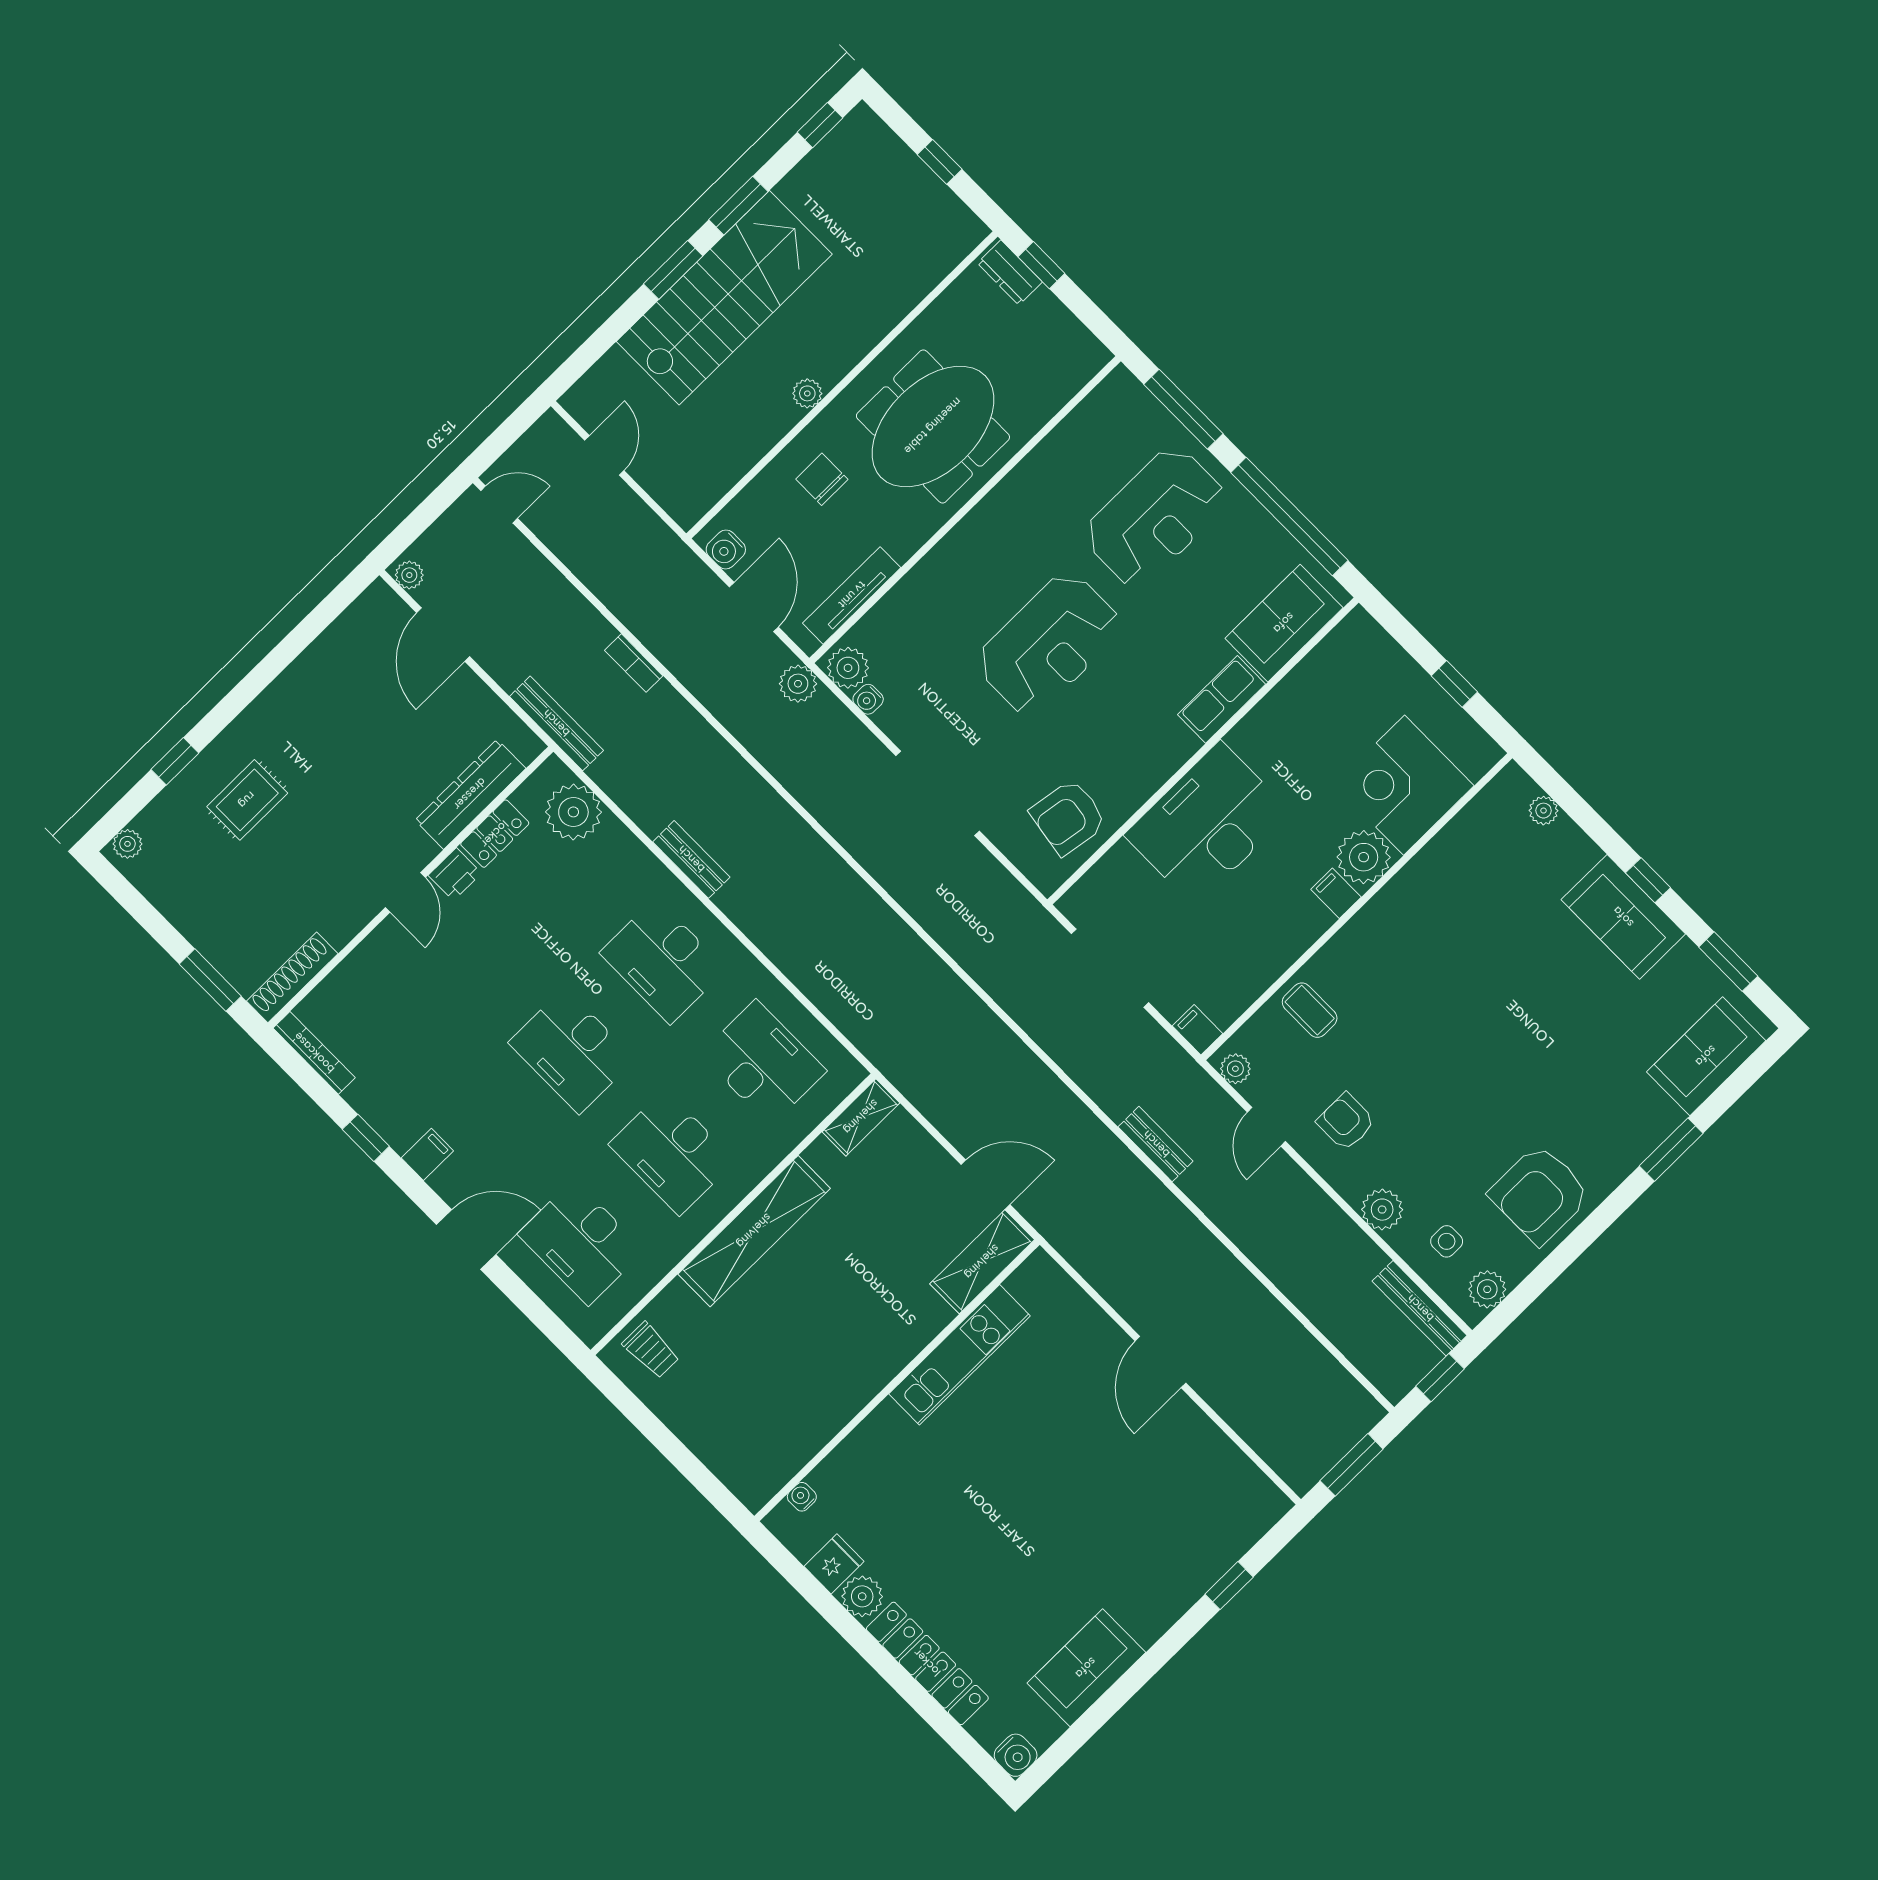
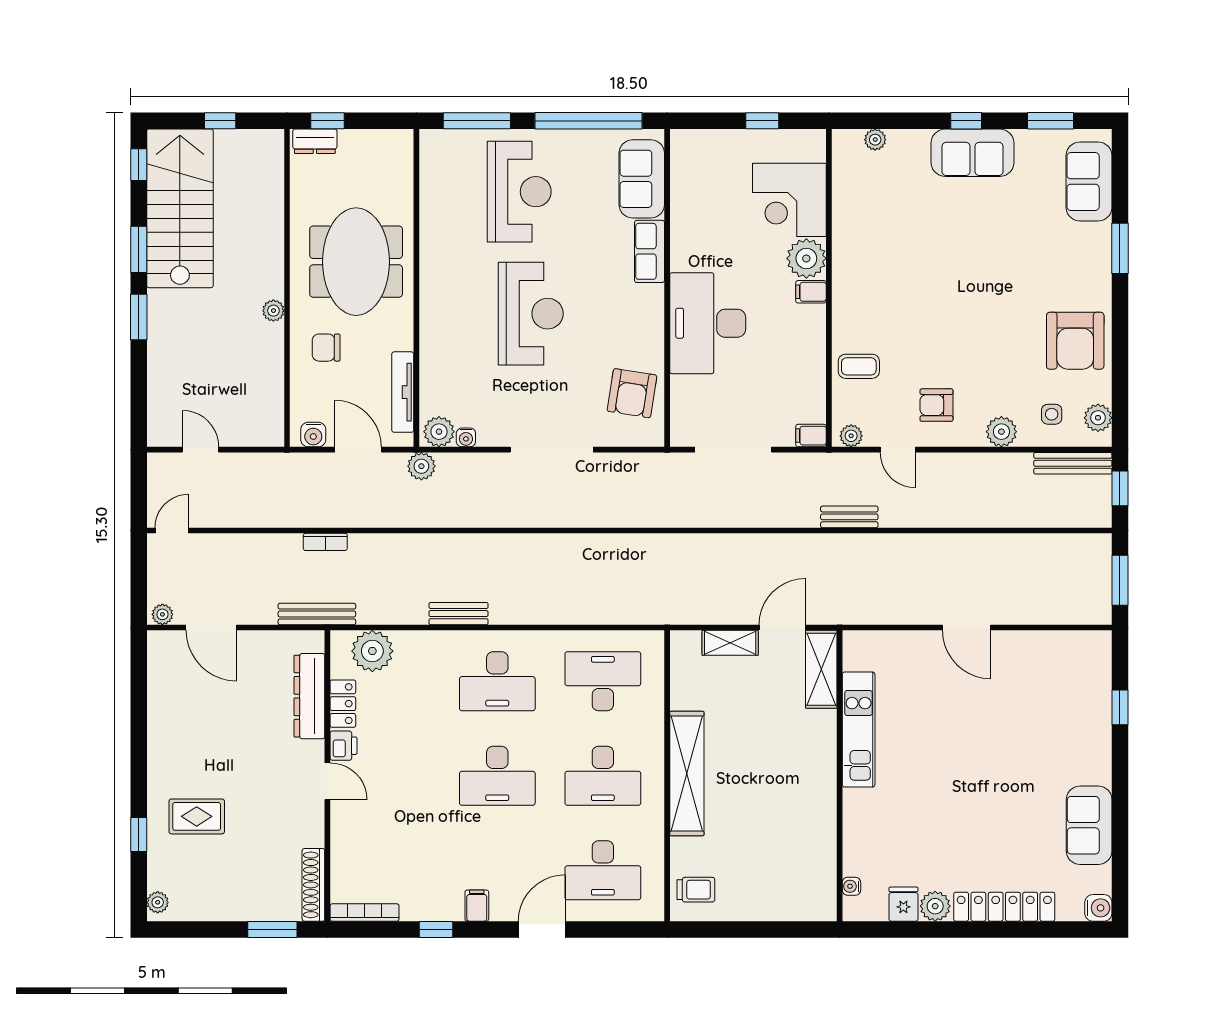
stairs: (724, 298) -> (180, 208), moved
rug: (247, 800) -> (197, 816), turned 90
shelving: (861, 1117) -> (730, 643), moved, turned 90

